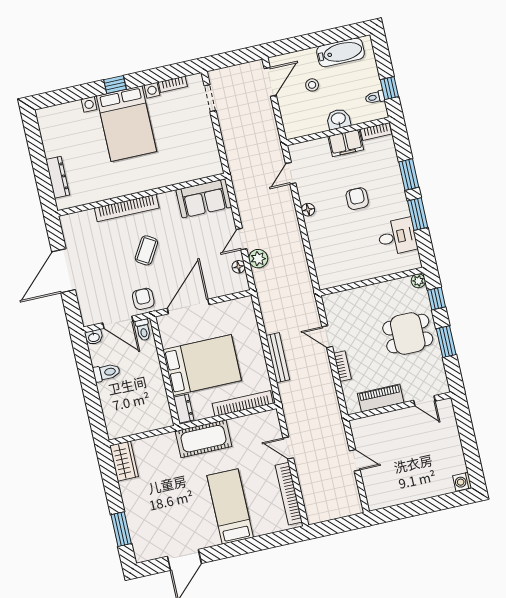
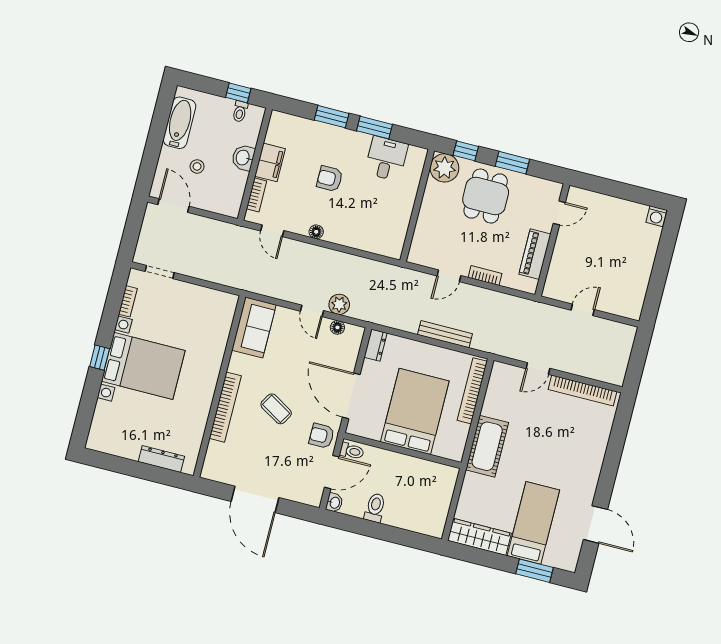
bookcase: (376, 132) -> (257, 195), moved
plant: (418, 281) -> (444, 168), width x1.88, depth x1.88
dresser: (184, 409) -> (376, 345), moved, turned 90
wardrobe: (124, 461) -> (479, 537), width x1.50
bed: (230, 506) -> (533, 523), moved, turned 90

